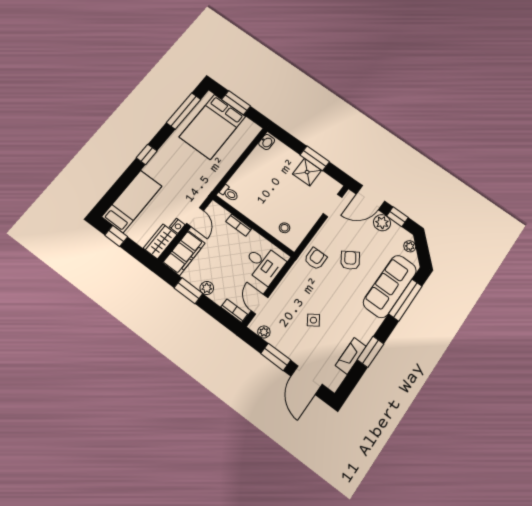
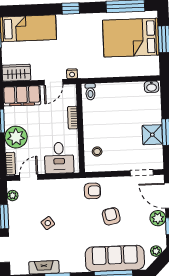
nightstand: (177, 226) -> (72, 74), moved
armchair: (350, 260) -> (111, 216), turned -68
plant: (207, 288) -> (16, 137), width x1.87, depth x1.87

